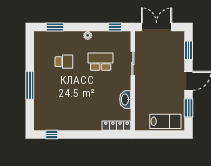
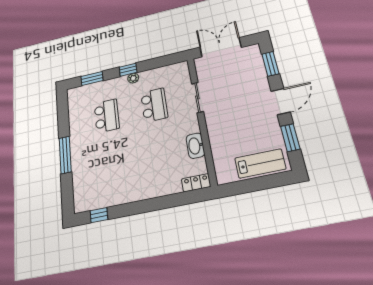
window: (115, 27) -> (128, 70), moved
school desk: (64, 62) -> (107, 116), width x1.85
school desk: (101, 62) -> (154, 105), turned 90
locker: (116, 126) -> (196, 183), width x0.66

